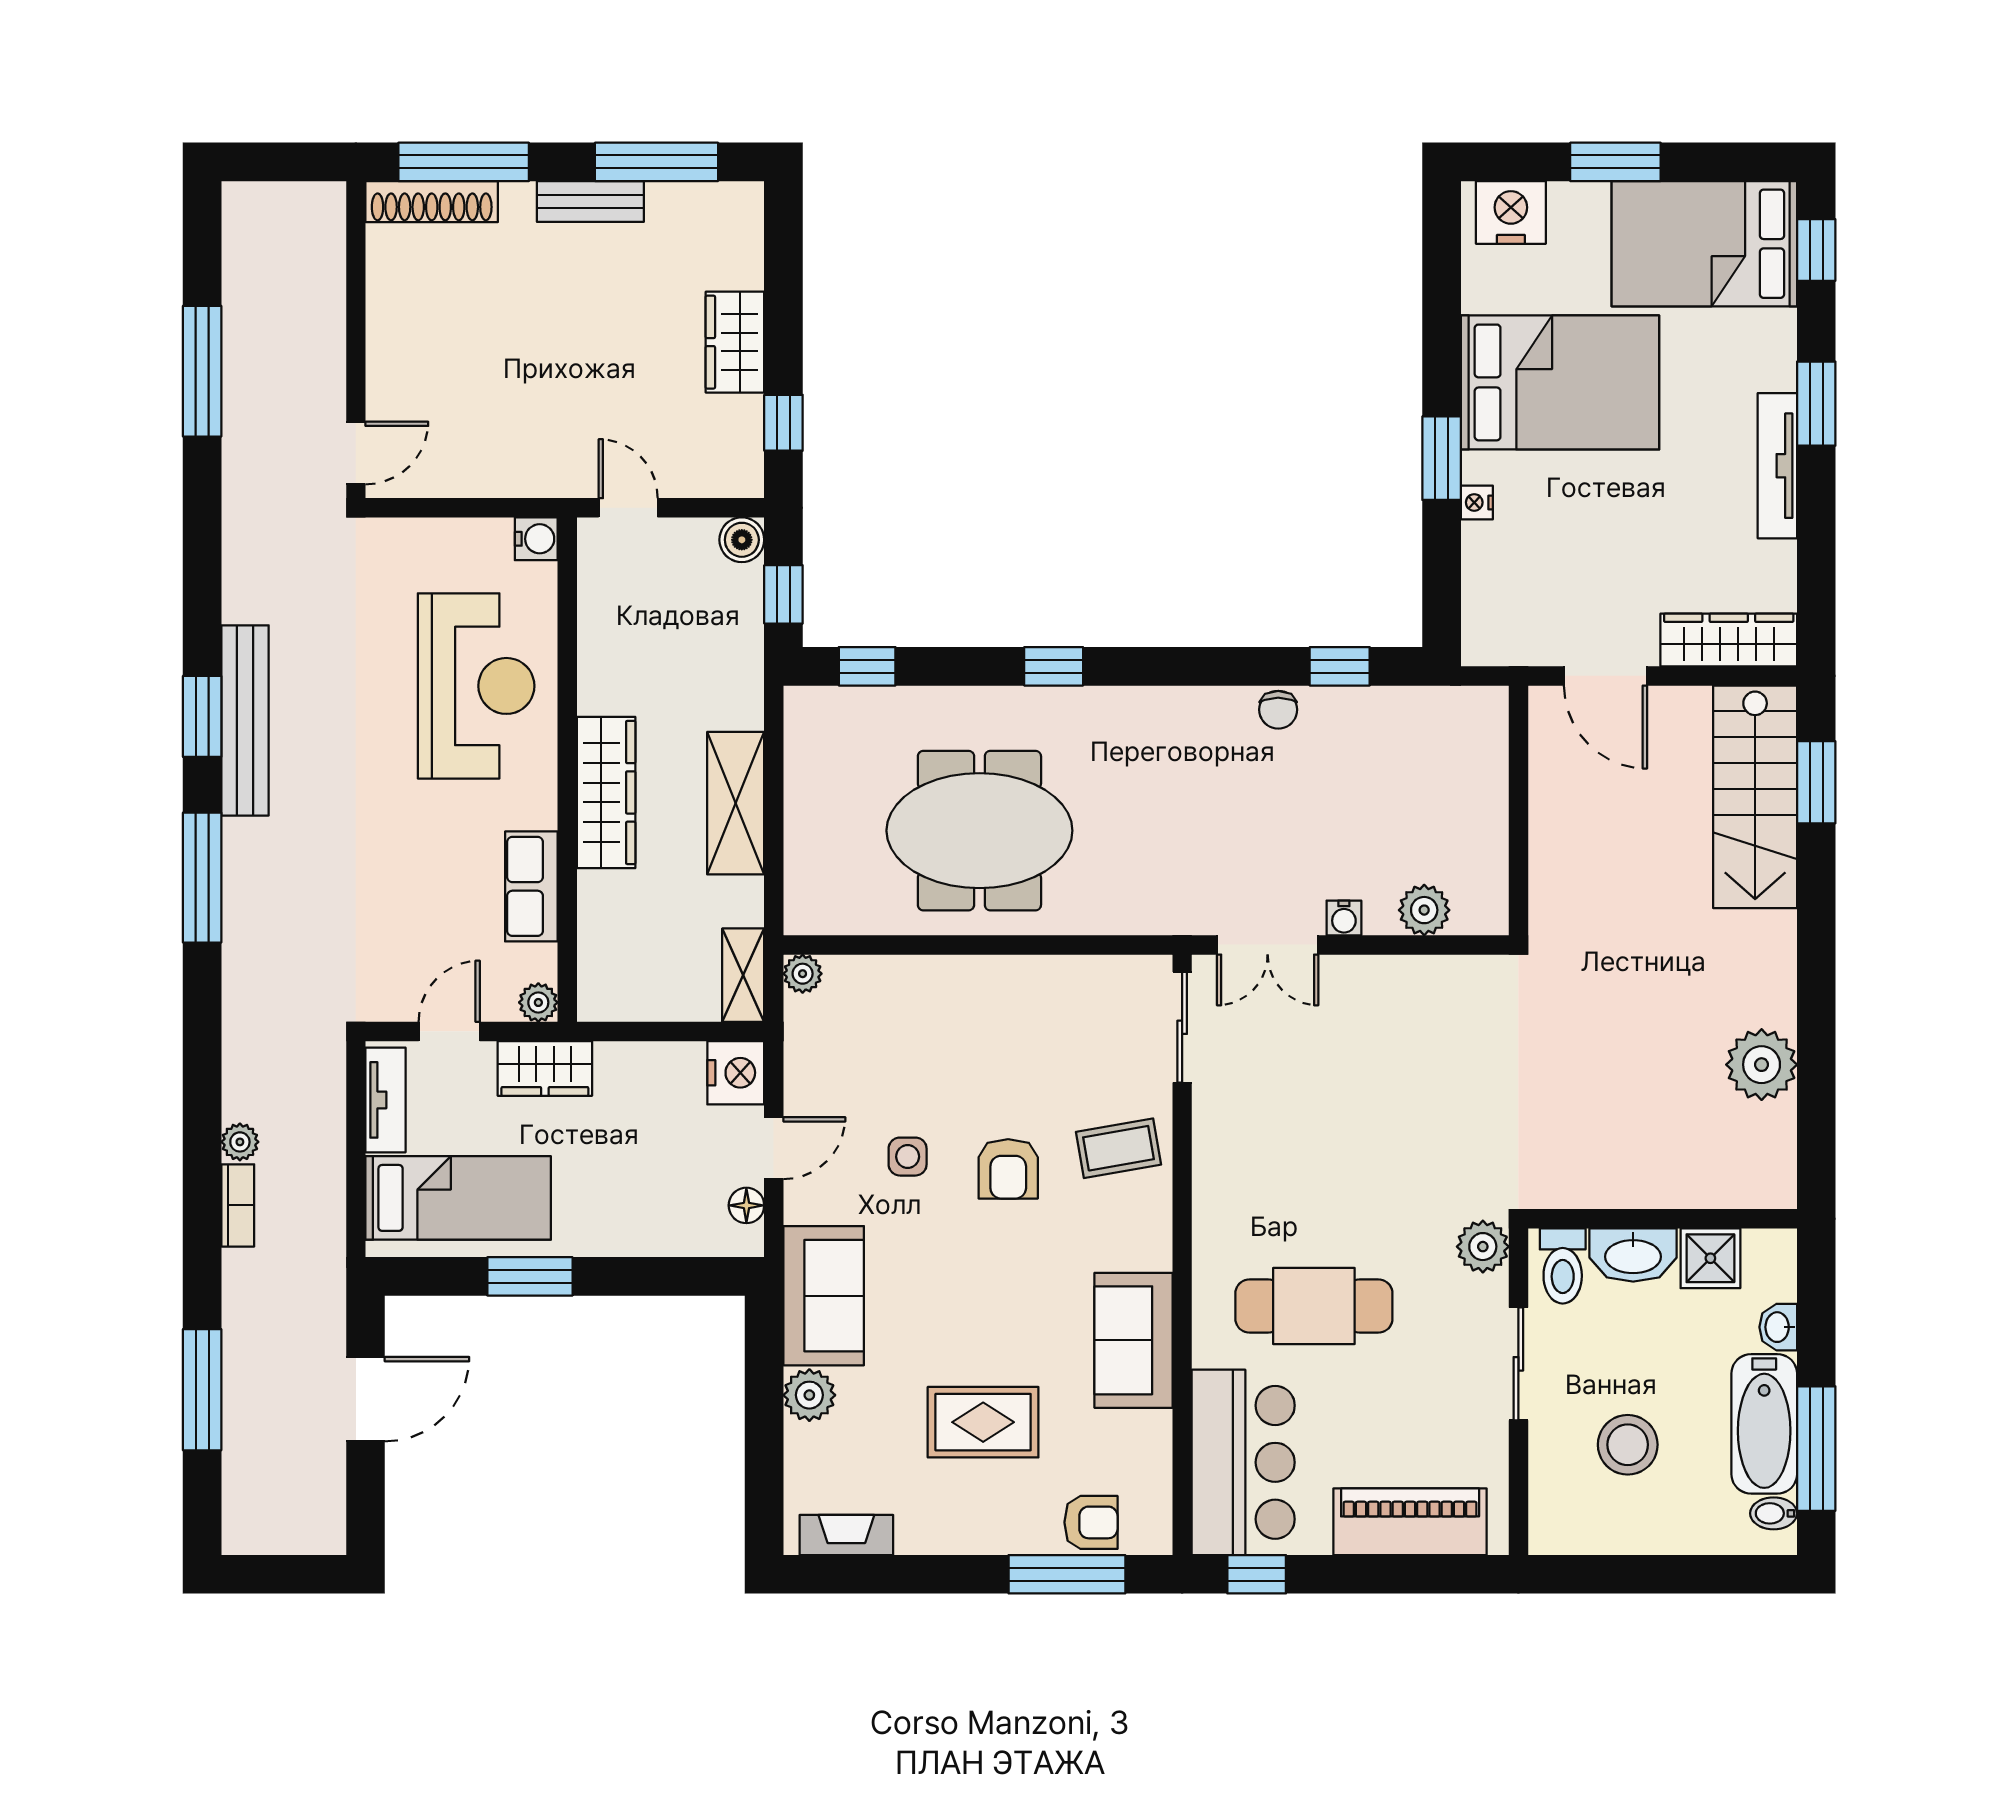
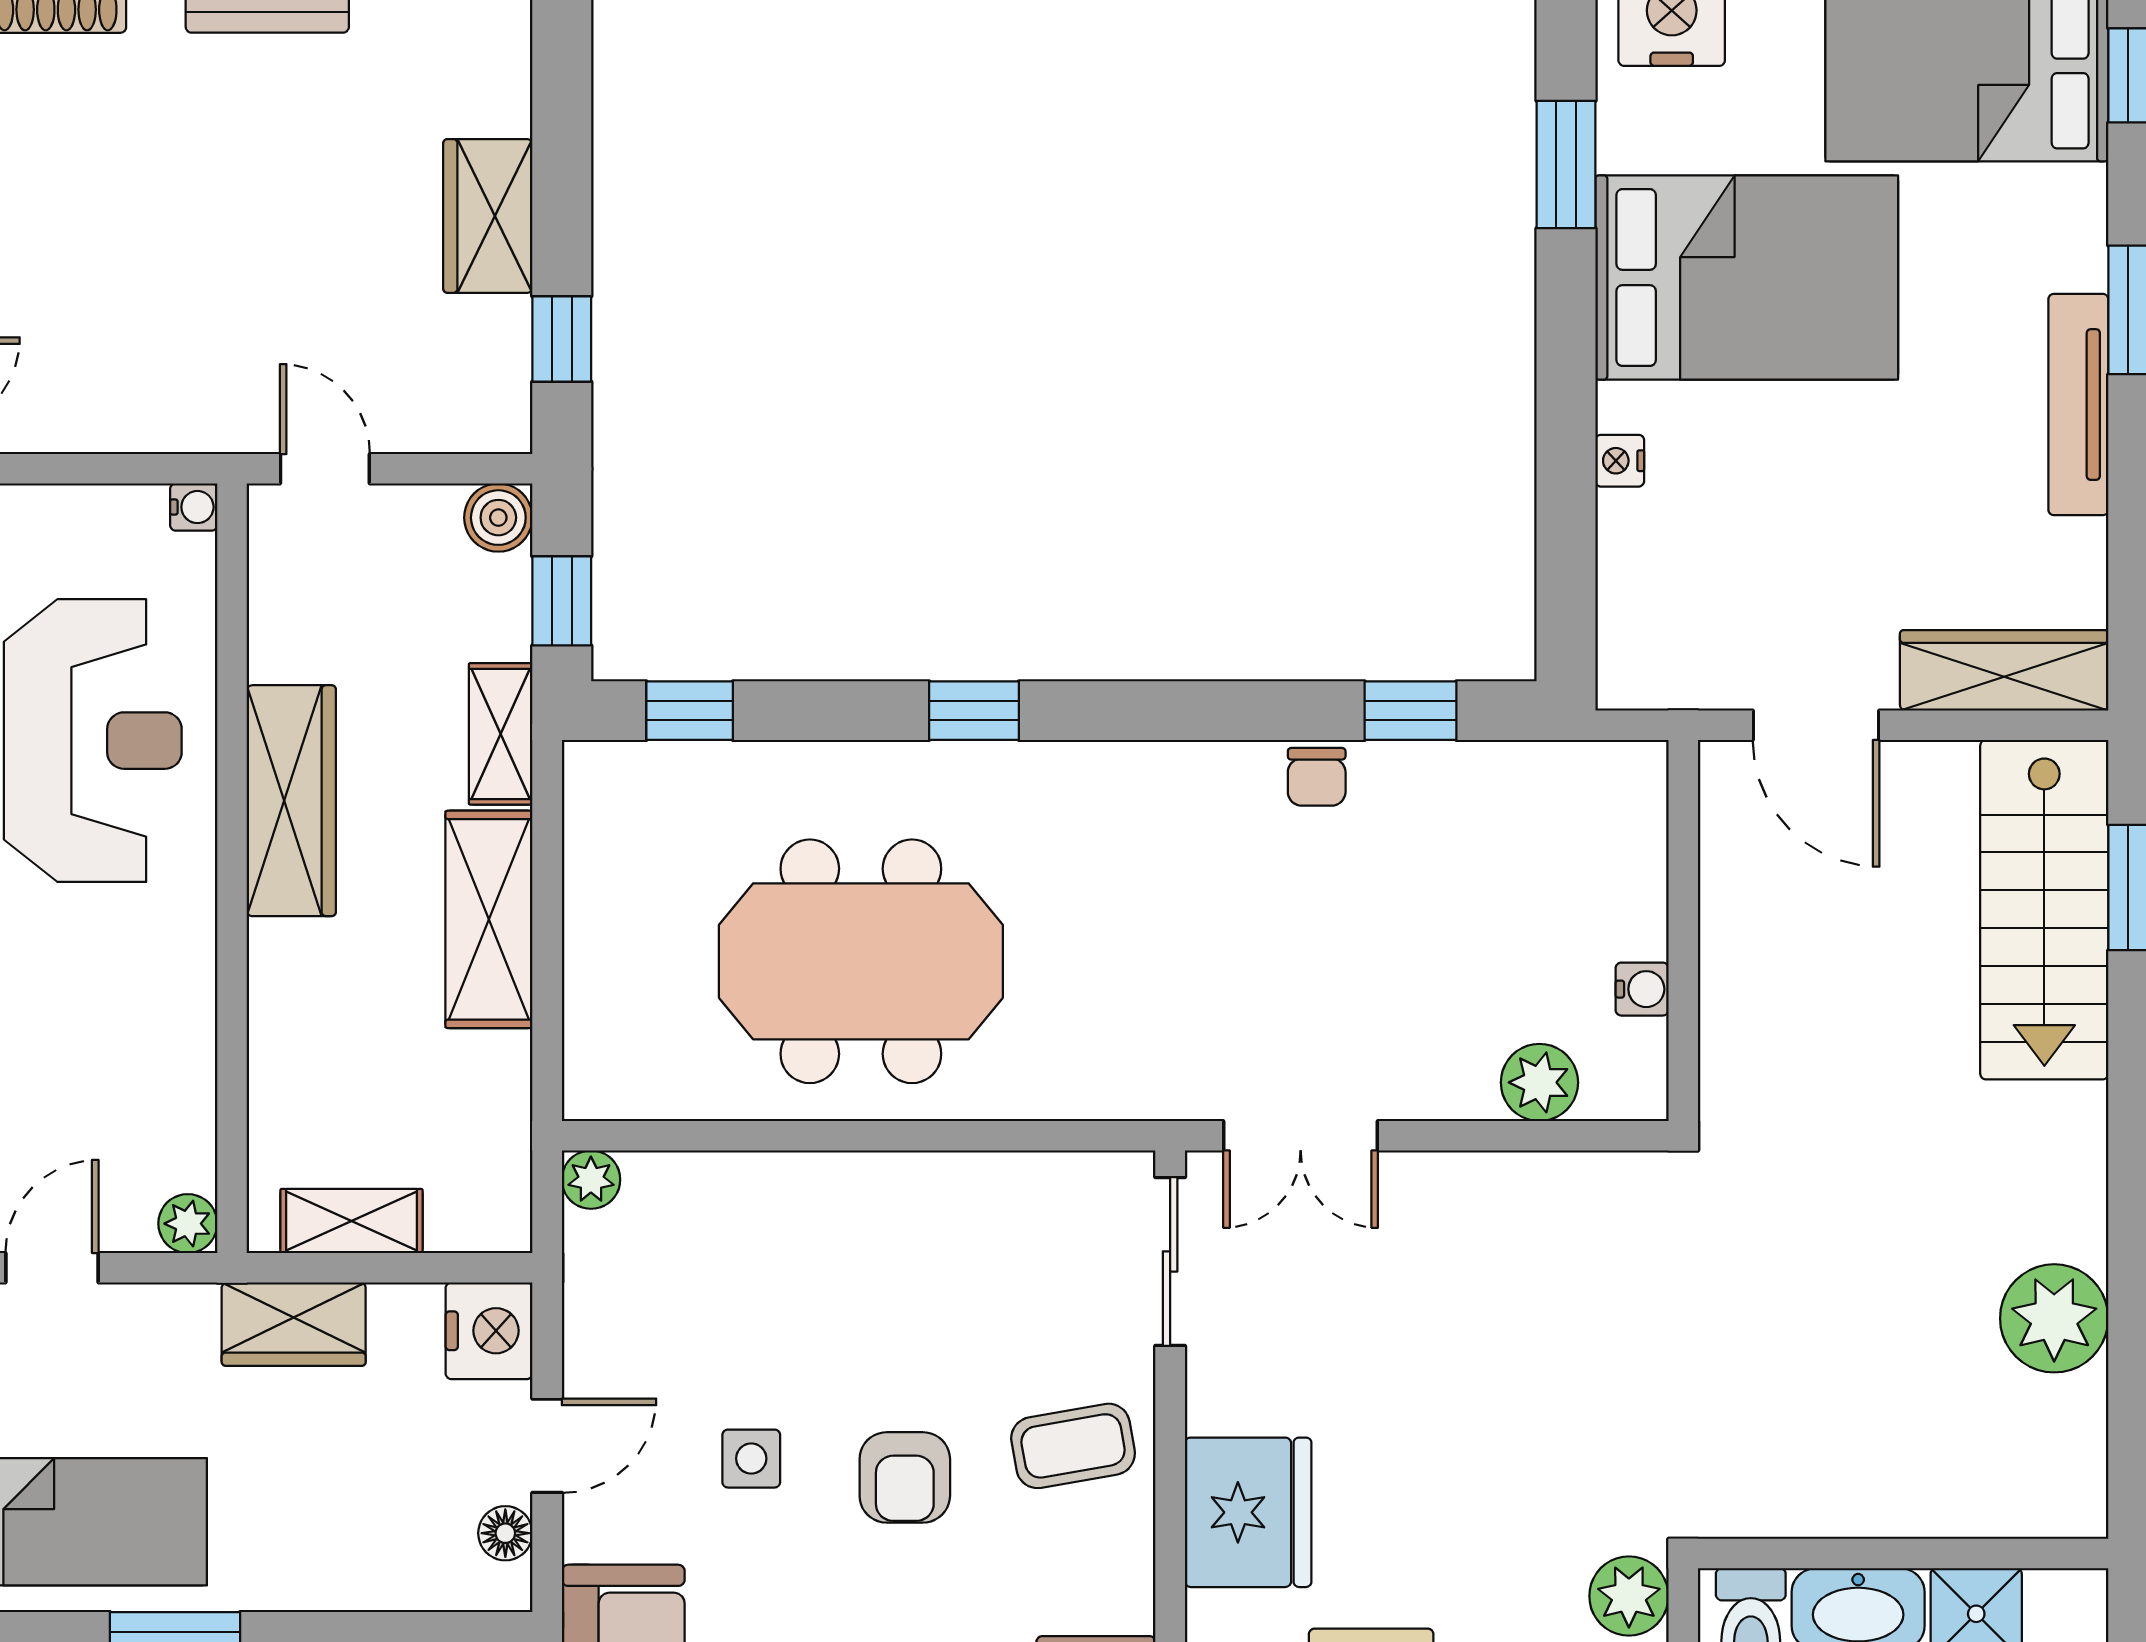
window: (1442, 458) -> (1566, 165), moved
water cooler: (536, 539) -> (194, 507), width x0.72, depth x0.72
shelving: (743, 682) -> (501, 734), added
wardrobe: (606, 792) -> (291, 801), moved
row of seats: (531, 886) -> (177, 1046), removed
water cooler: (1344, 918) -> (1642, 989), moved, turned -90
shelving: (743, 975) -> (351, 1221), moved, turned 90
wardrobe: (545, 1068) -> (294, 1324), moved
fridge: (1233, 1192) -> (1248, 1512), added

